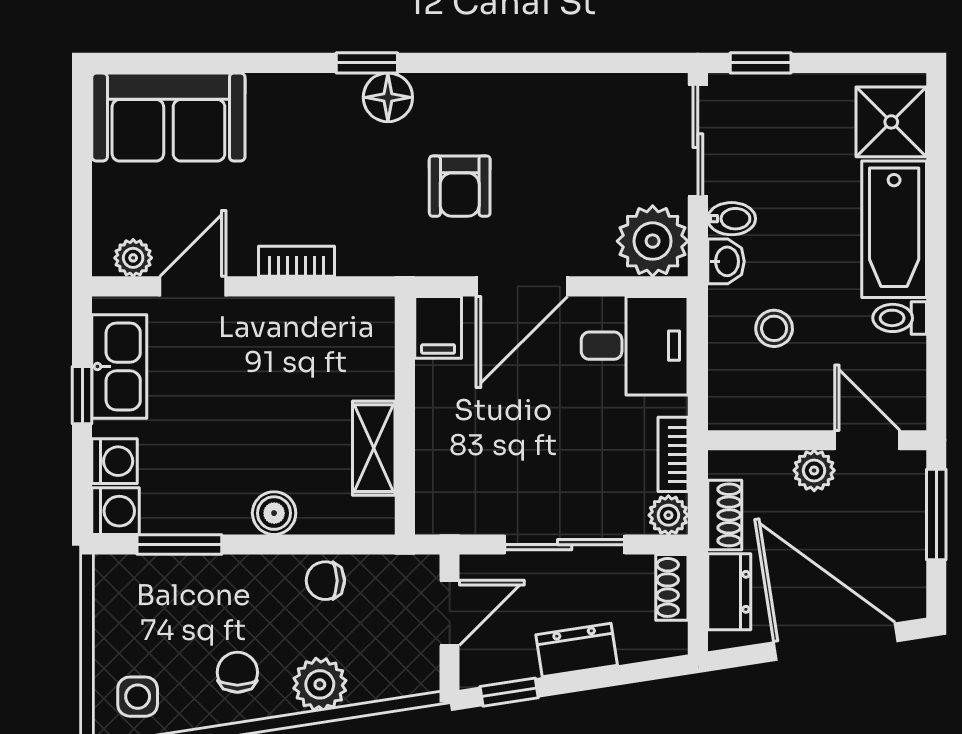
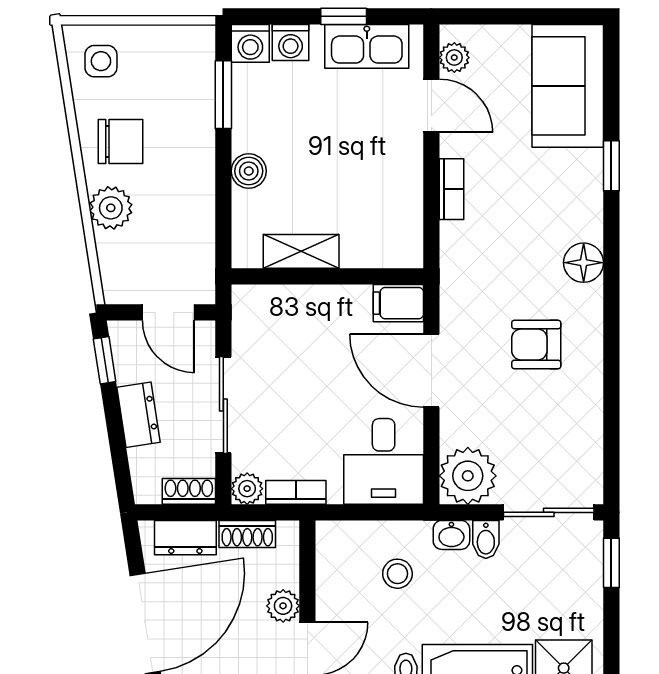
window: (367, 63) -> (611, 166), moved
armchair: (460, 186) -> (536, 344), moved
chair: (325, 581) -> (194, 212), removed
chair: (237, 672) -> (121, 142), width x1.37, depth x1.37

